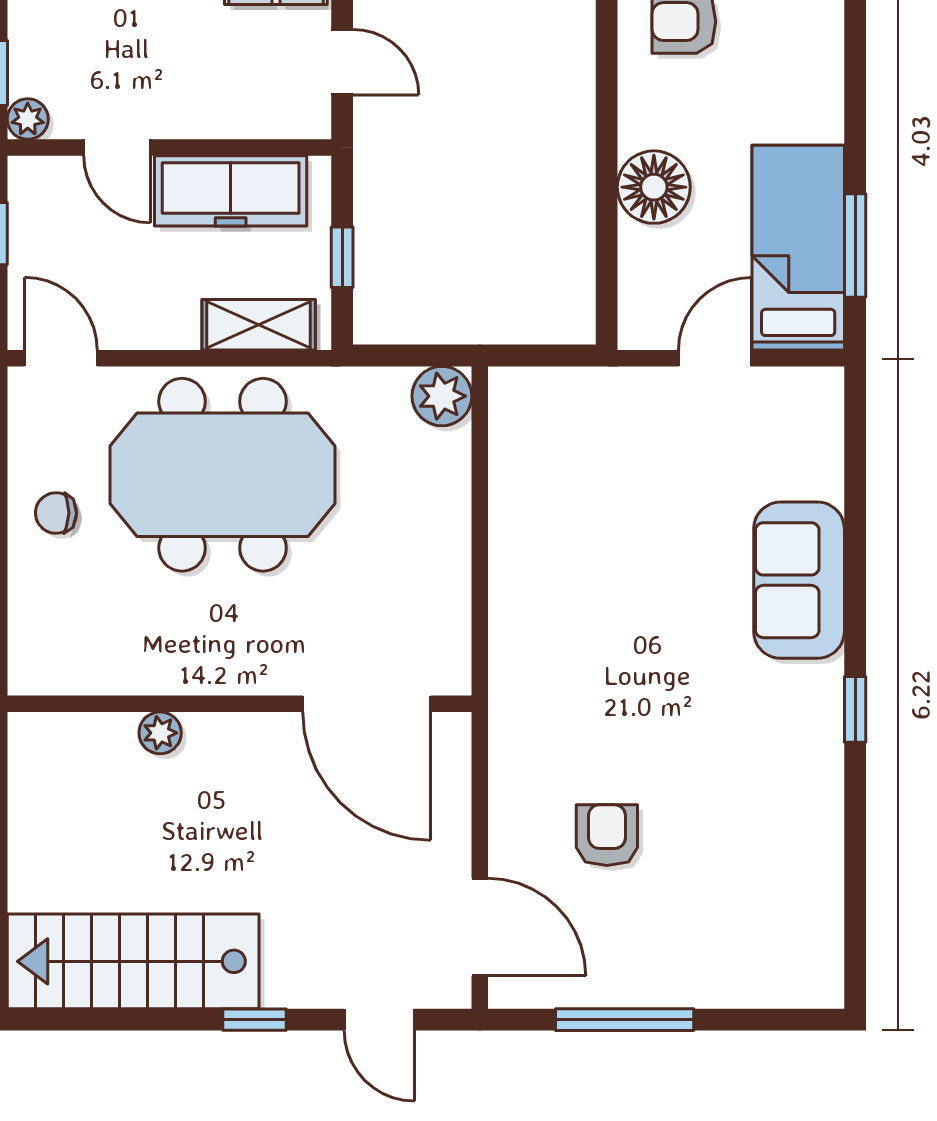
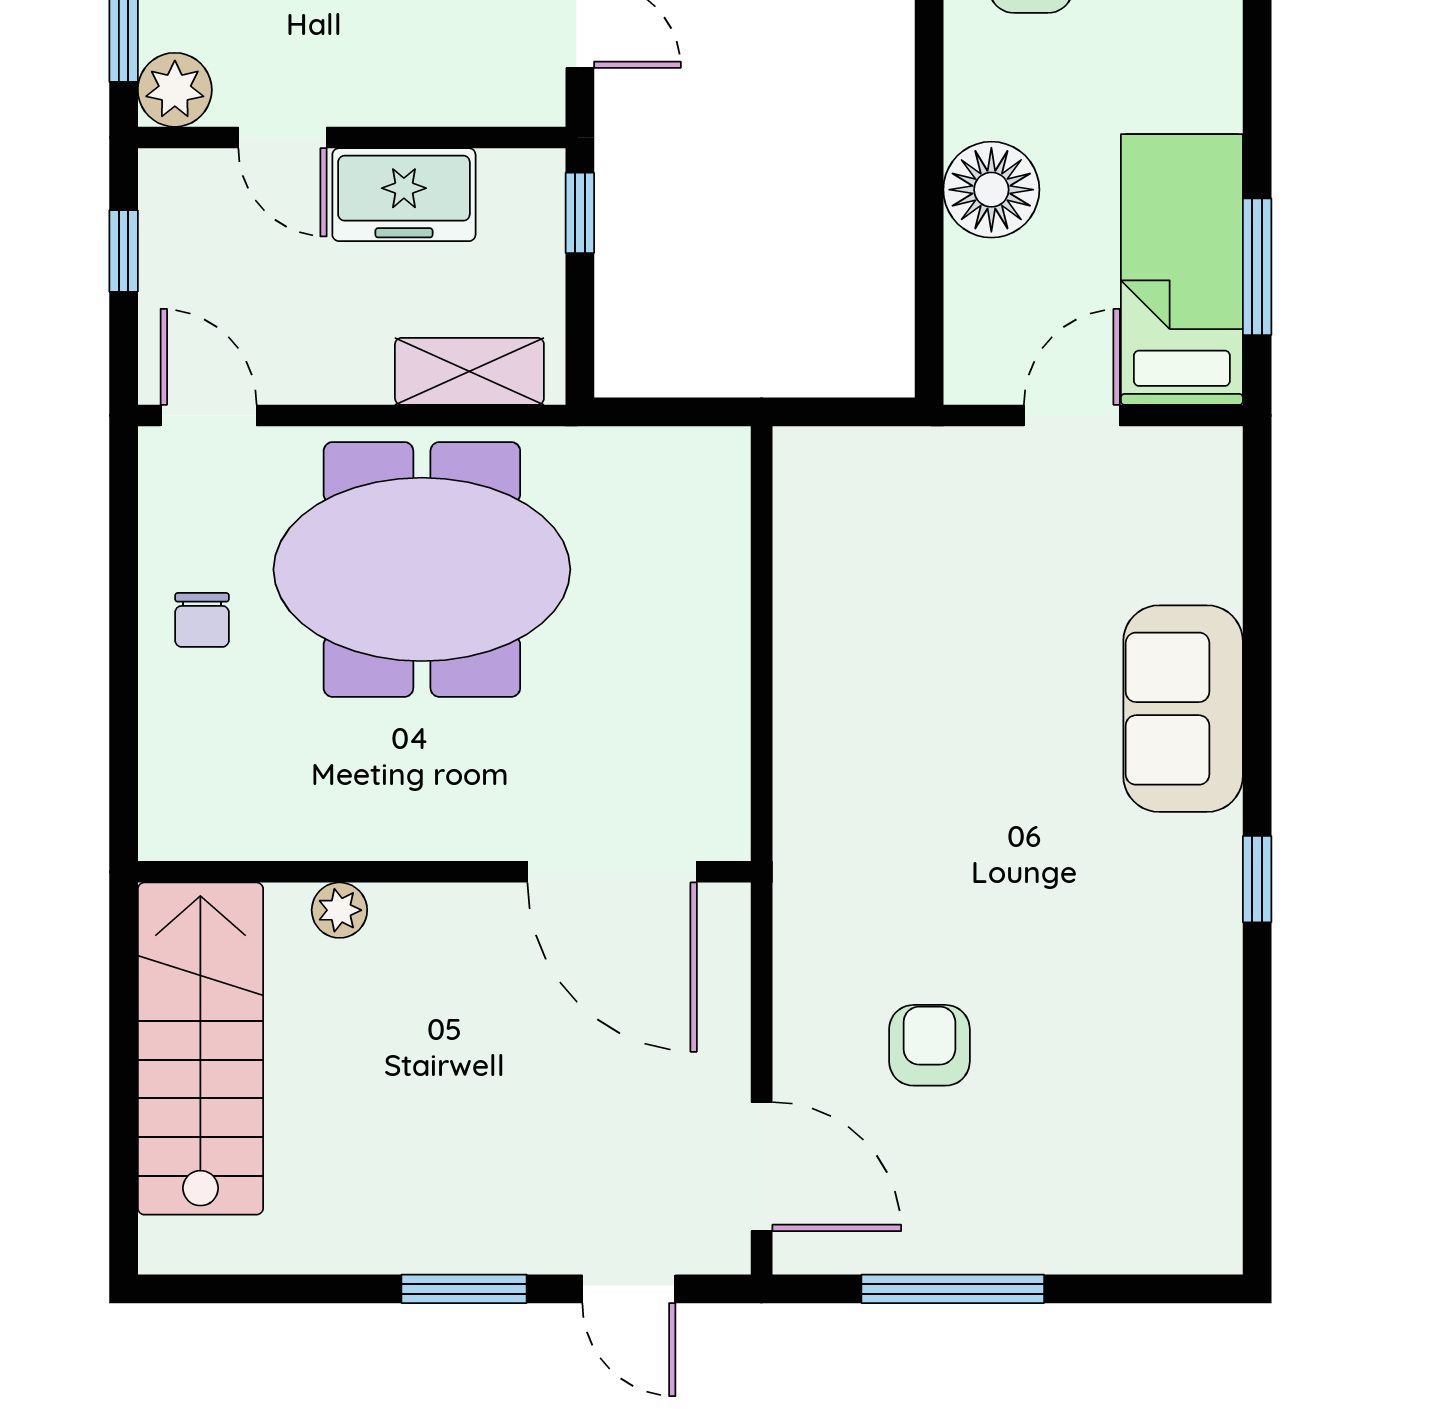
plant: (28, 119) -> (175, 90), width x1.38, depth x1.38
freezer: (231, 191) -> (404, 195), width x0.71
window: (342, 257) -> (580, 213), moved
plant: (442, 396) -> (712, 466), removed
chair: (56, 513) -> (202, 620), turned -91
stairs: (133, 961) -> (200, 1049), moved, turned 90
window: (254, 1020) -> (464, 1289), width x1.50

